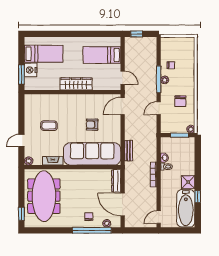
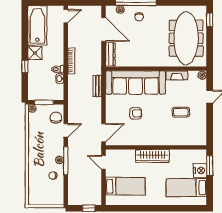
chair: (180, 101) -> (56, 118), moved
window: (198, 197) -> (25, 66), moved

